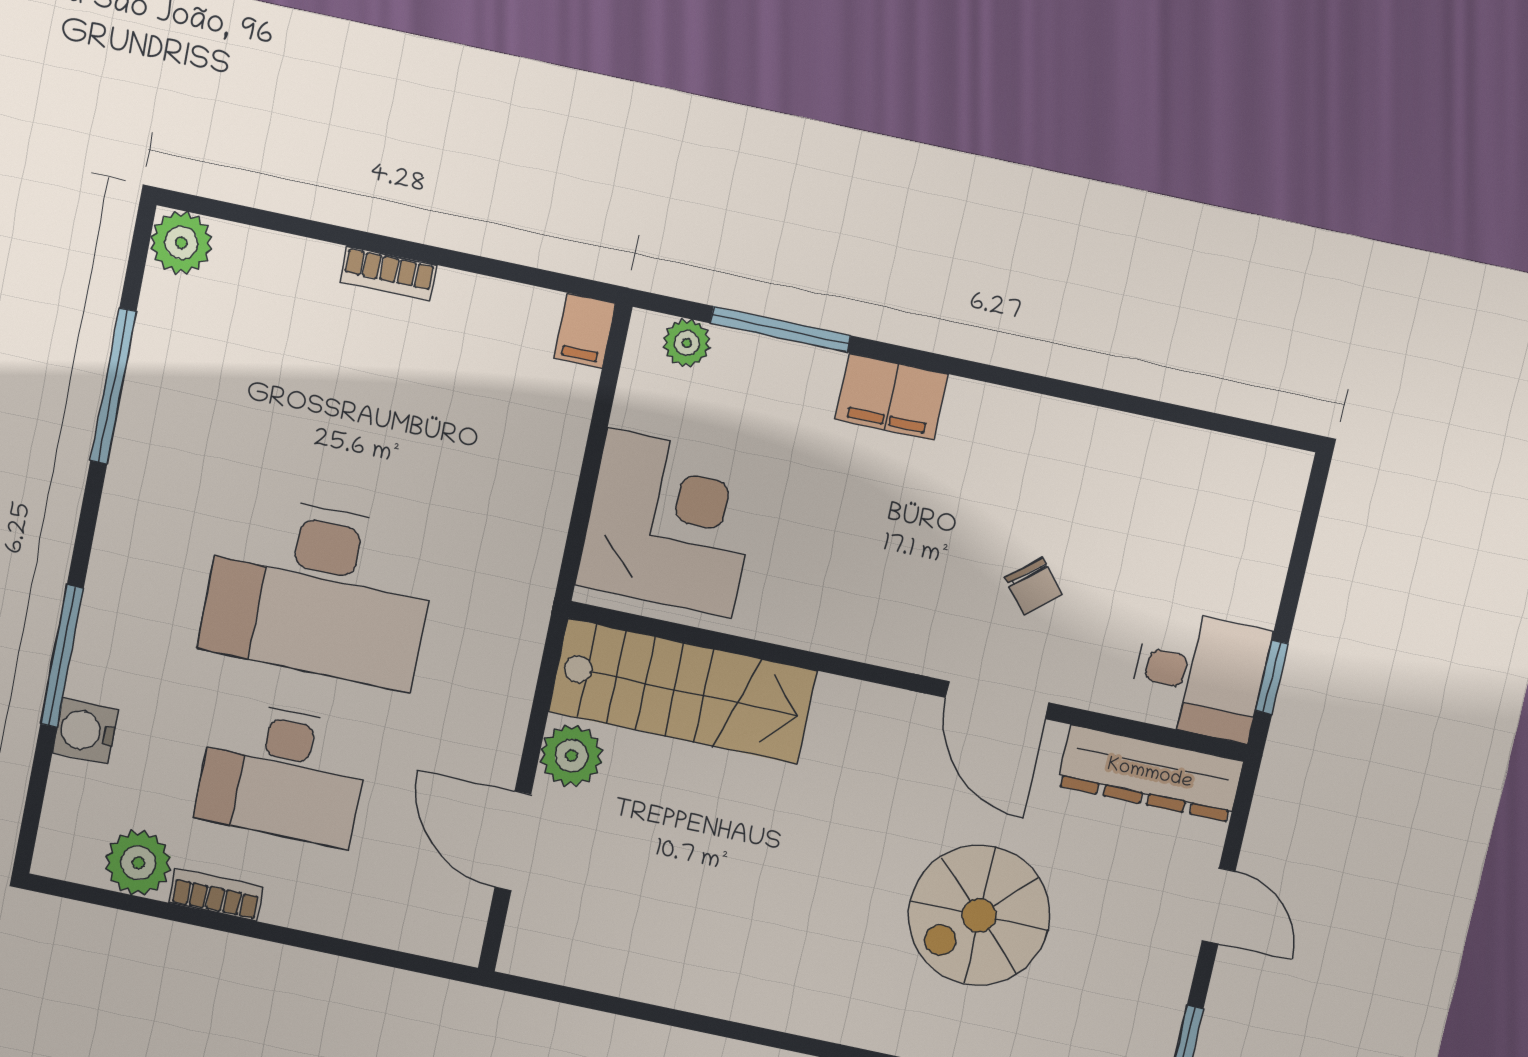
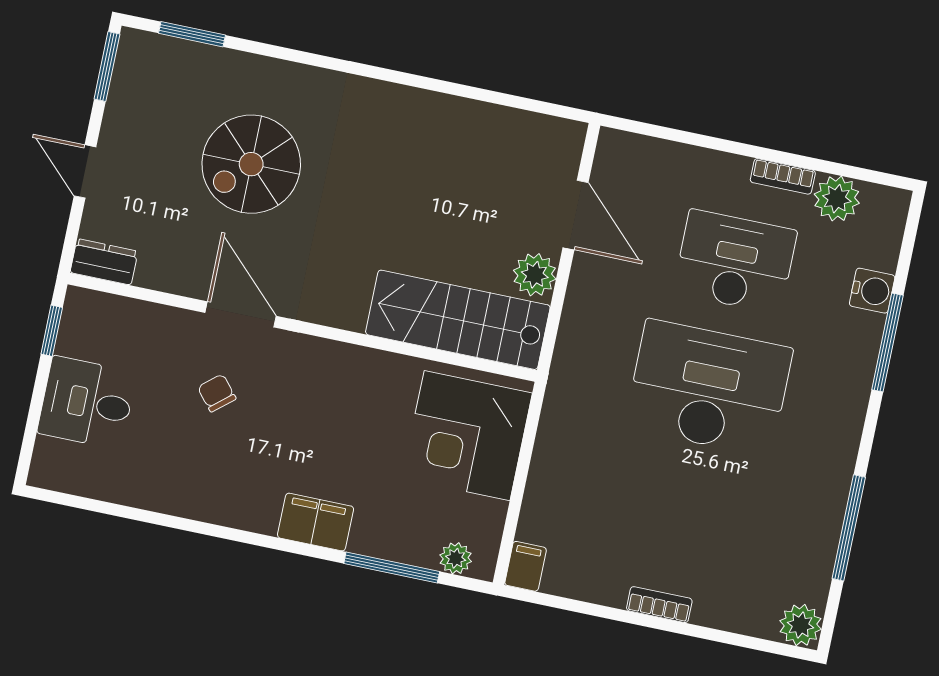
desk: (1199, 675) -> (87, 403), moved
dresser: (1150, 774) -> (104, 262), width x0.51, depth x0.80
spiral stairs: (979, 915) -> (251, 164), turned 180

